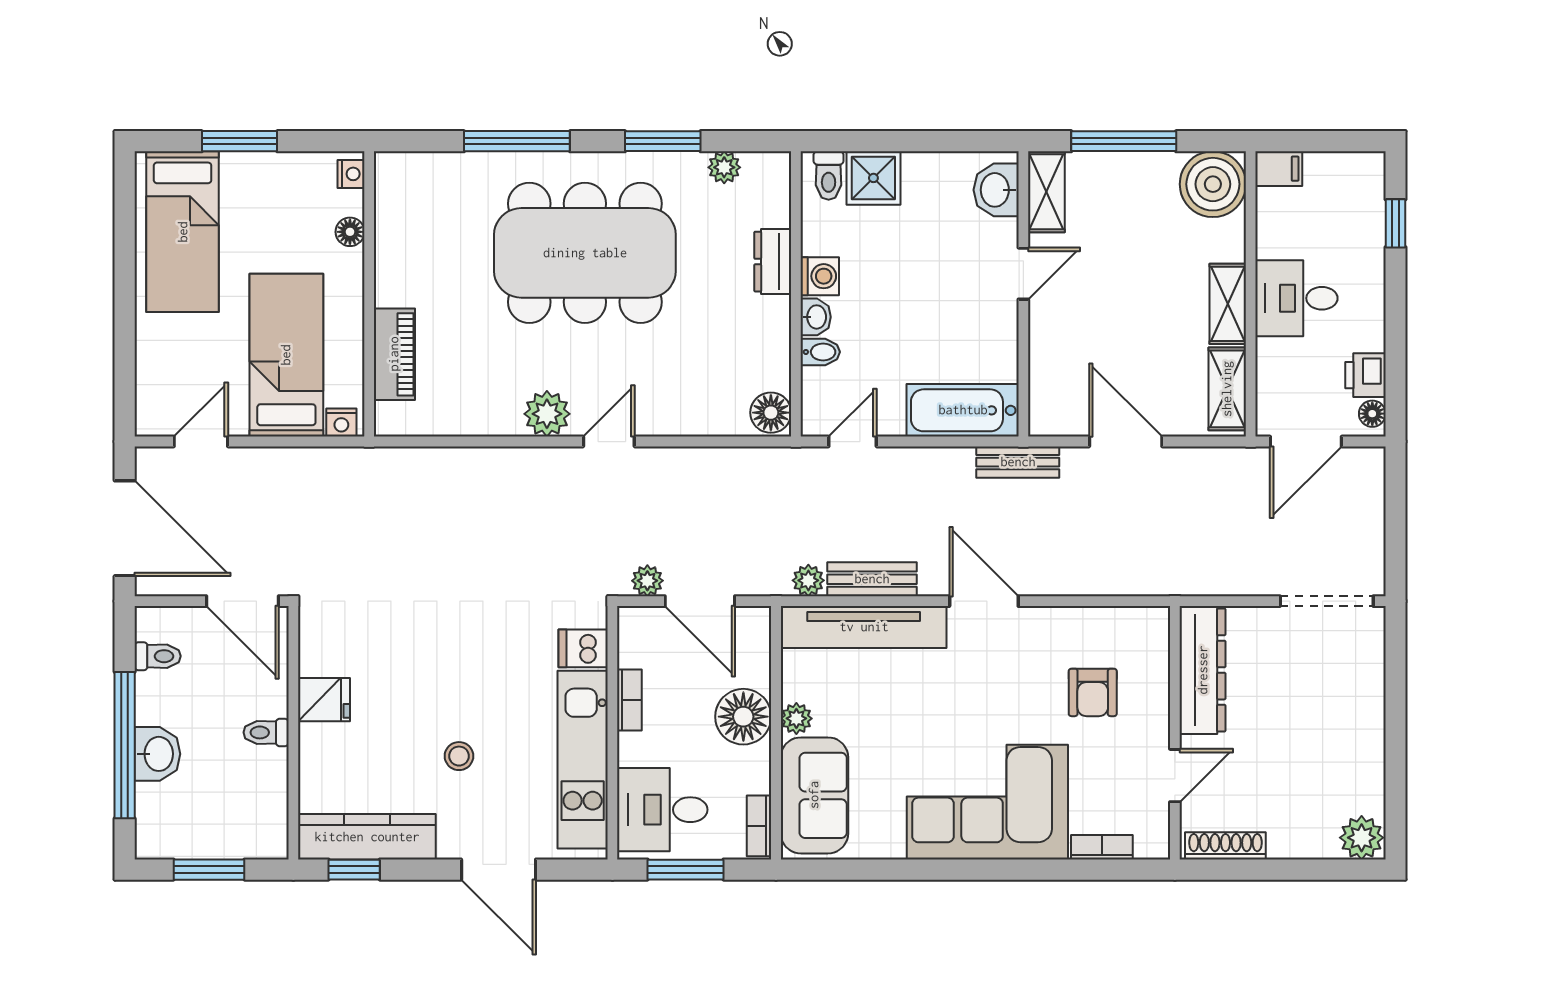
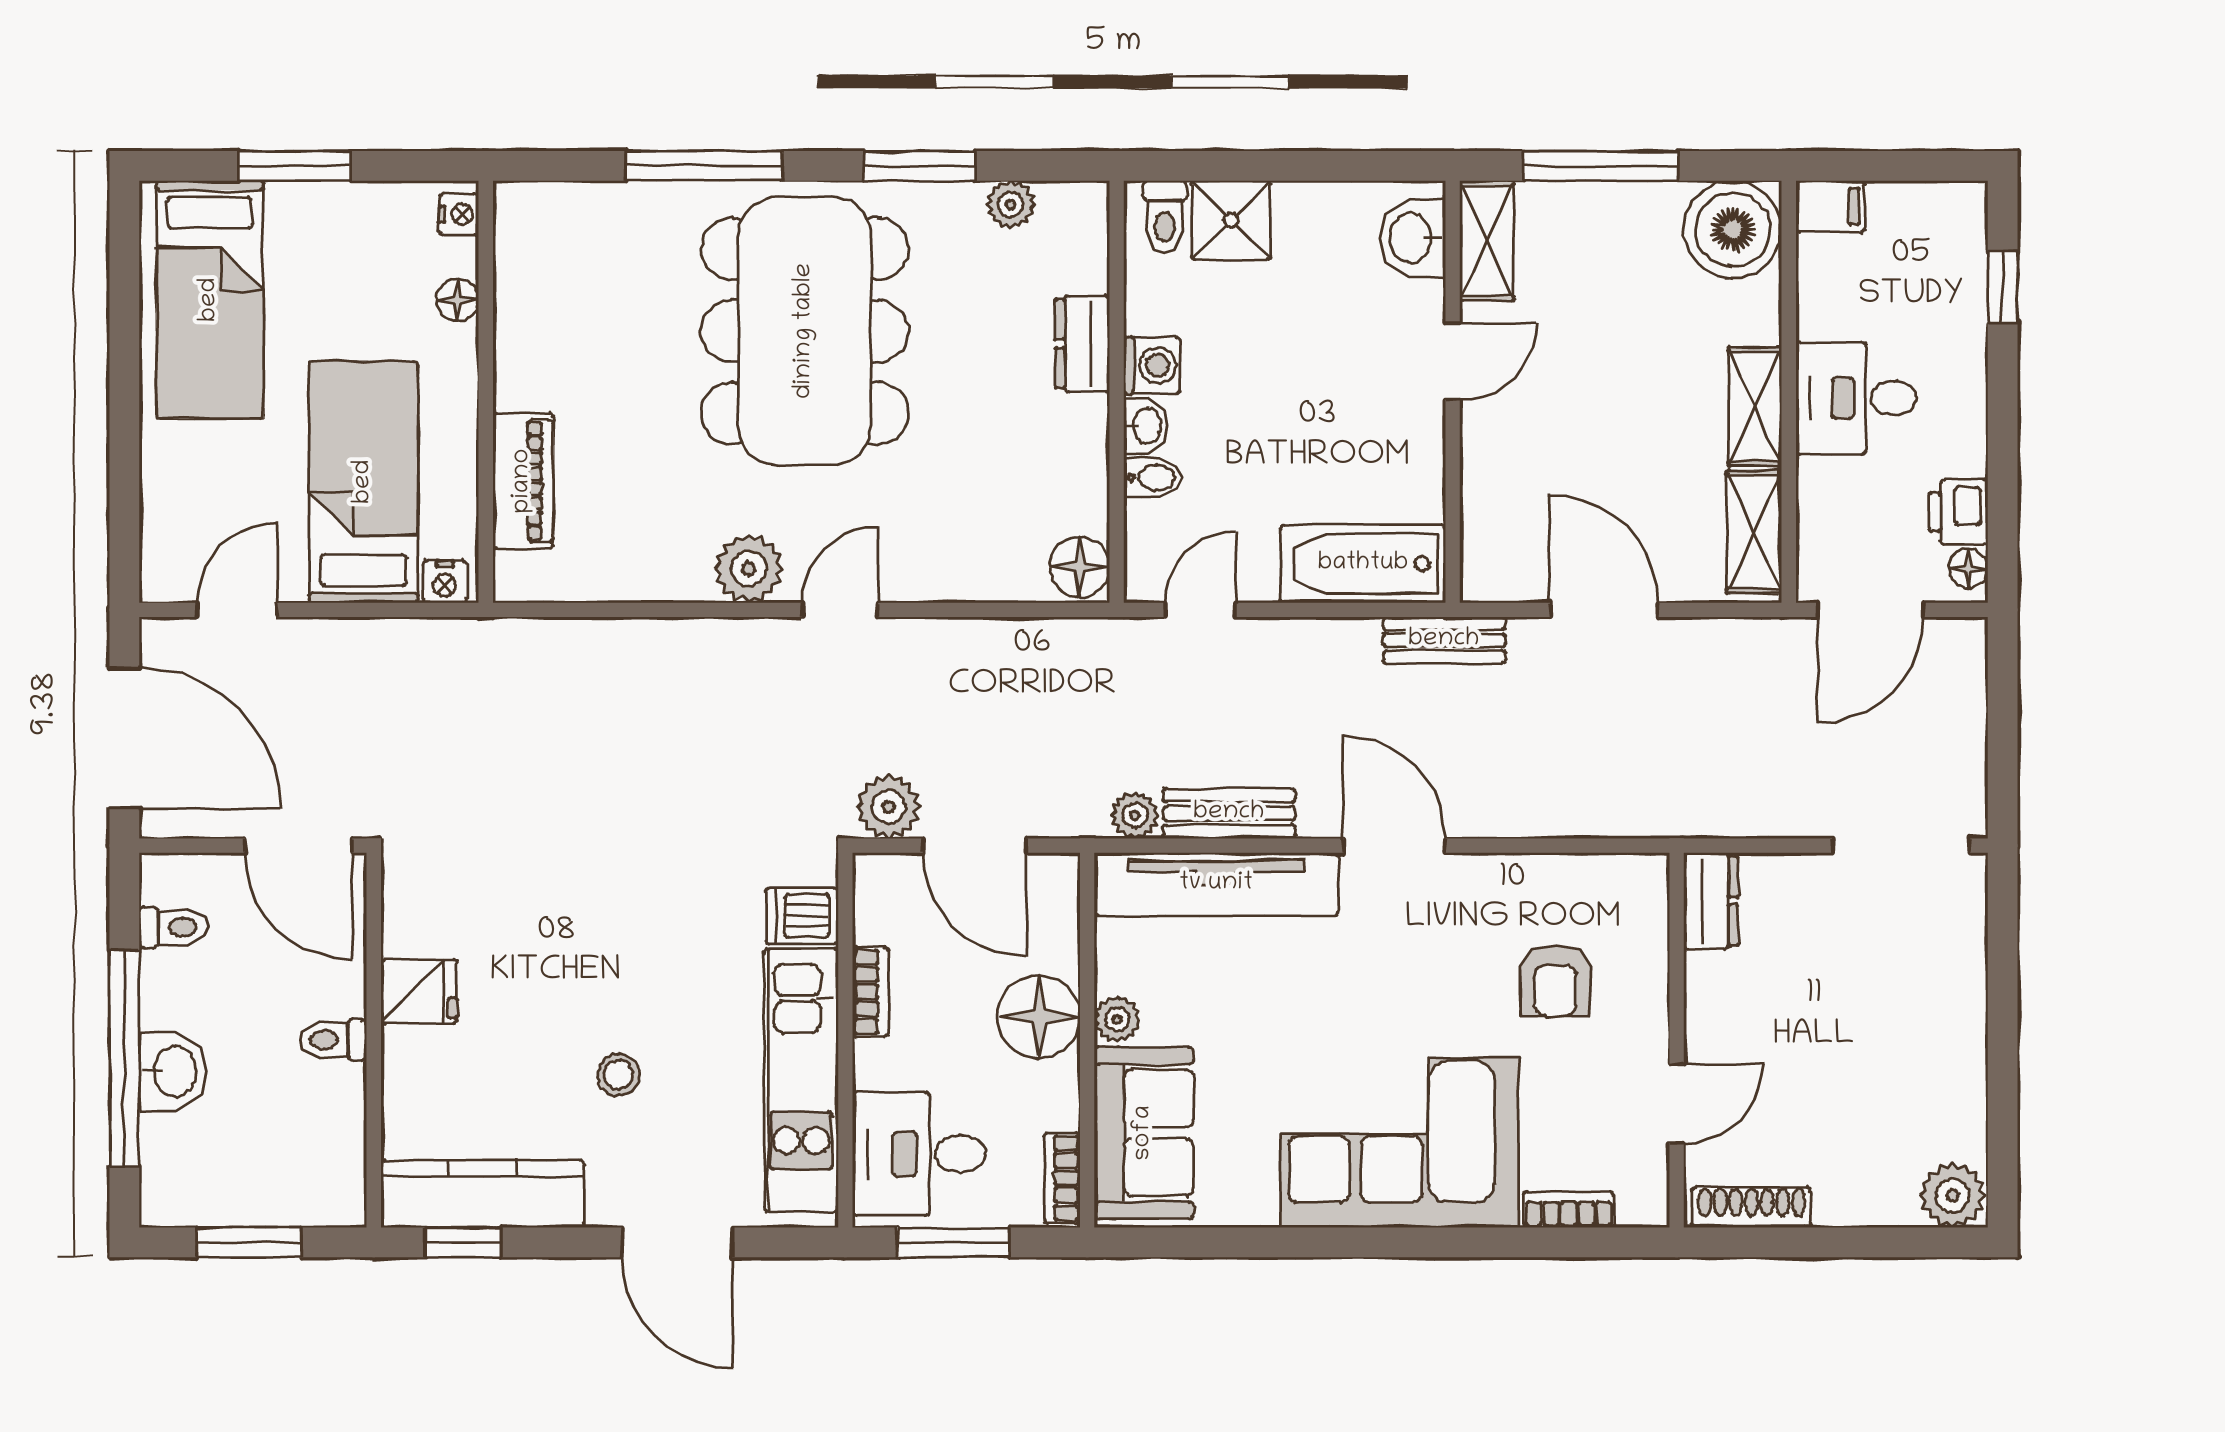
dining table: (585, 253) -> (805, 331), turned 90
plant: (647, 581) -> (888, 807), width x1.38, depth x1.38
dresser: (1203, 670) -> (1711, 901), width x0.51, depth x0.80

